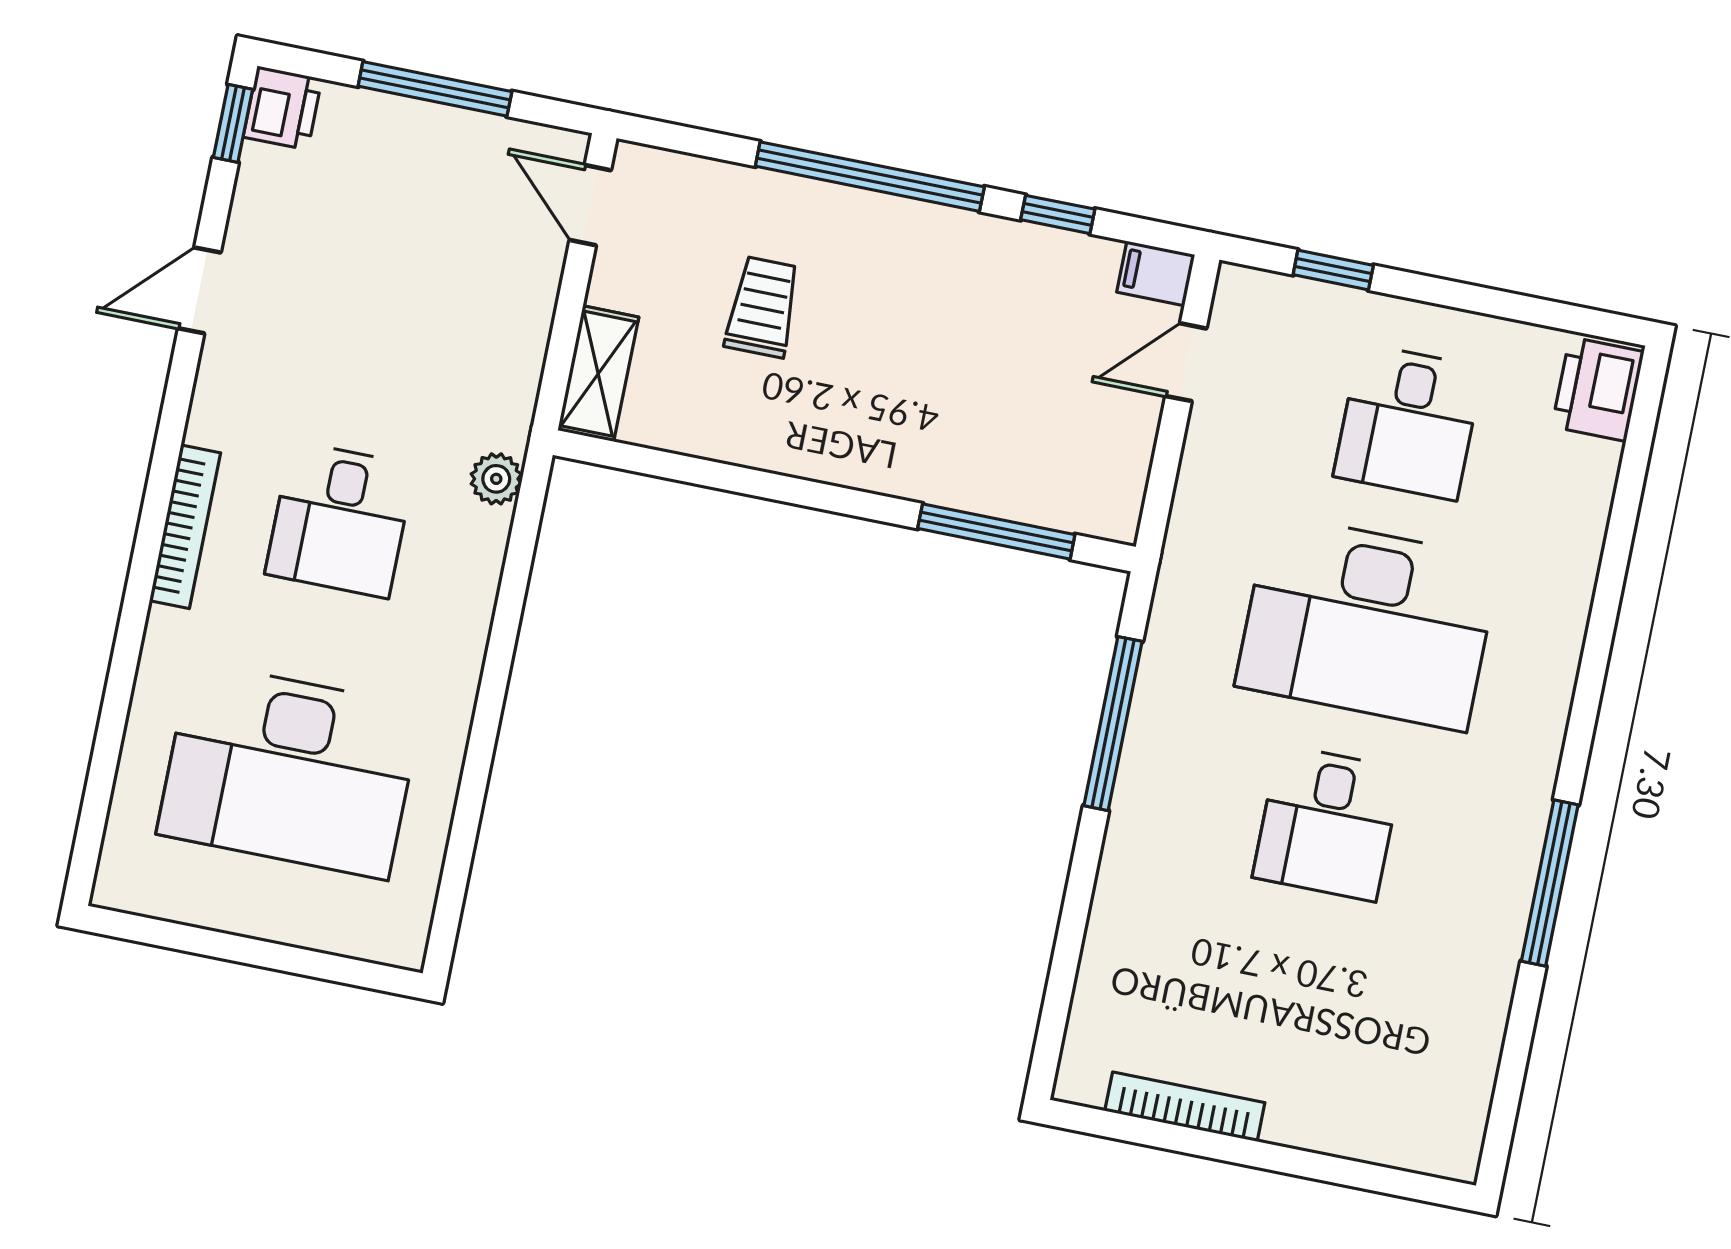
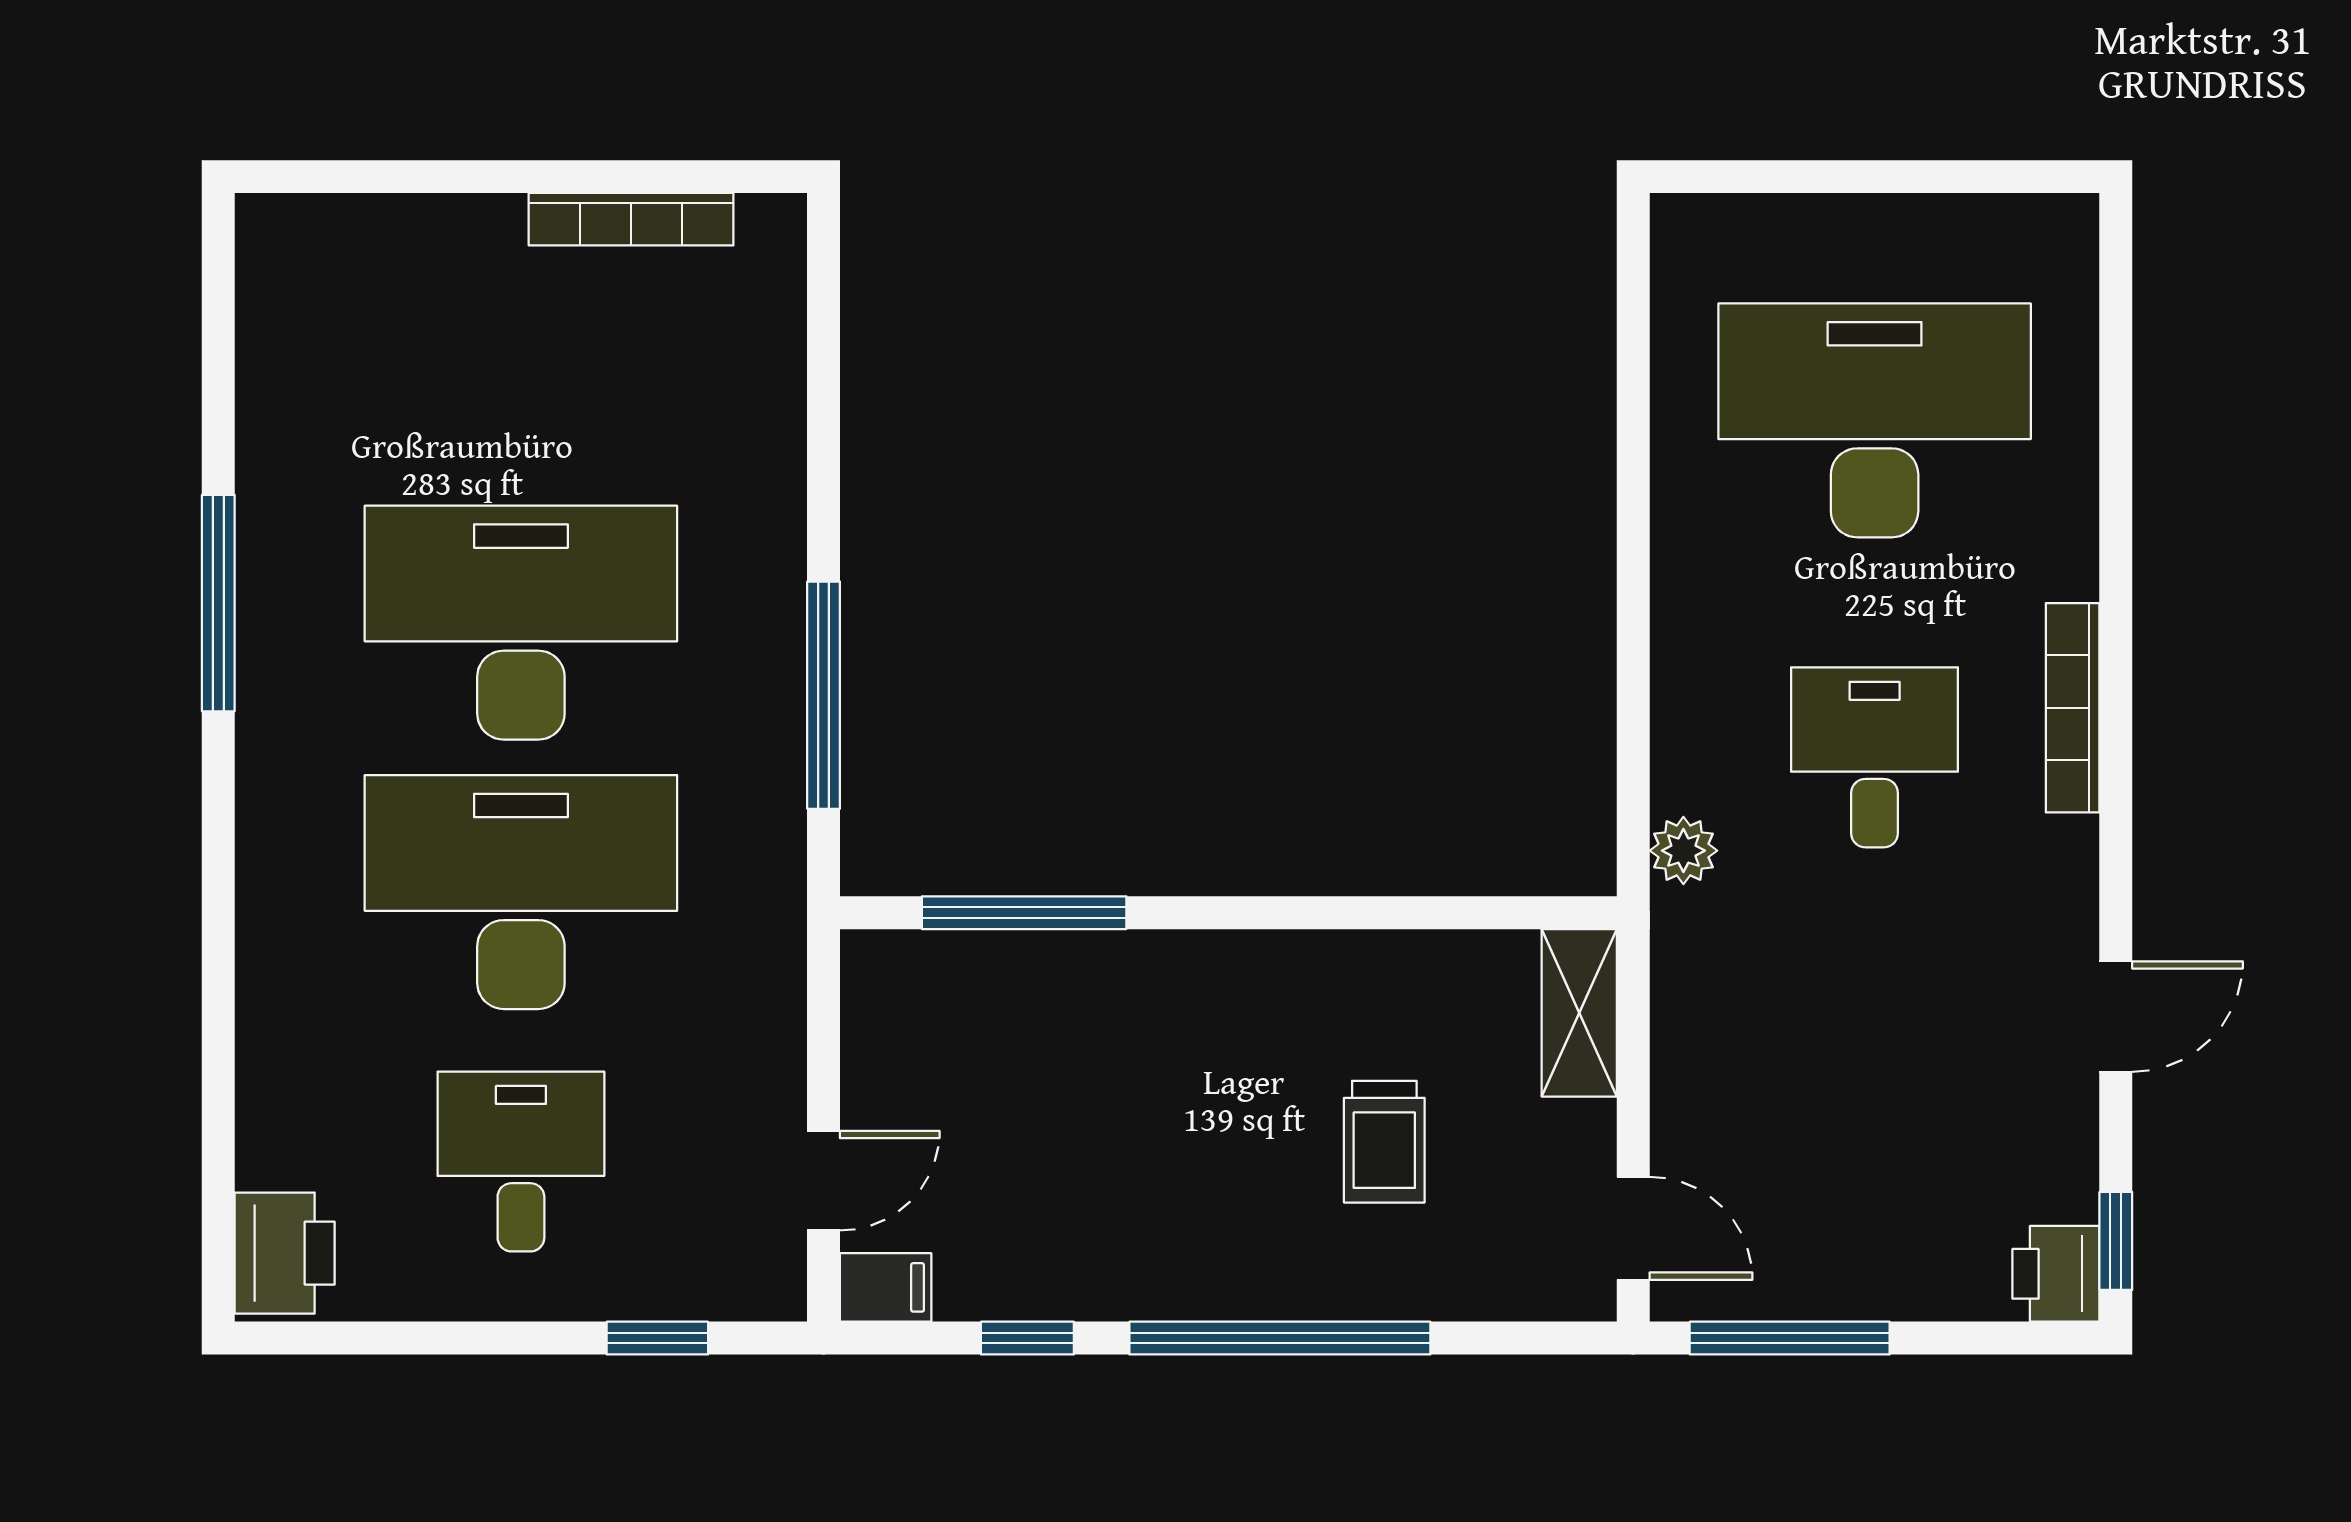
window: (435, 89) -> (1790, 1338), moved
desk: (1327, 823) -> (521, 623), width x1.87, depth x1.30

